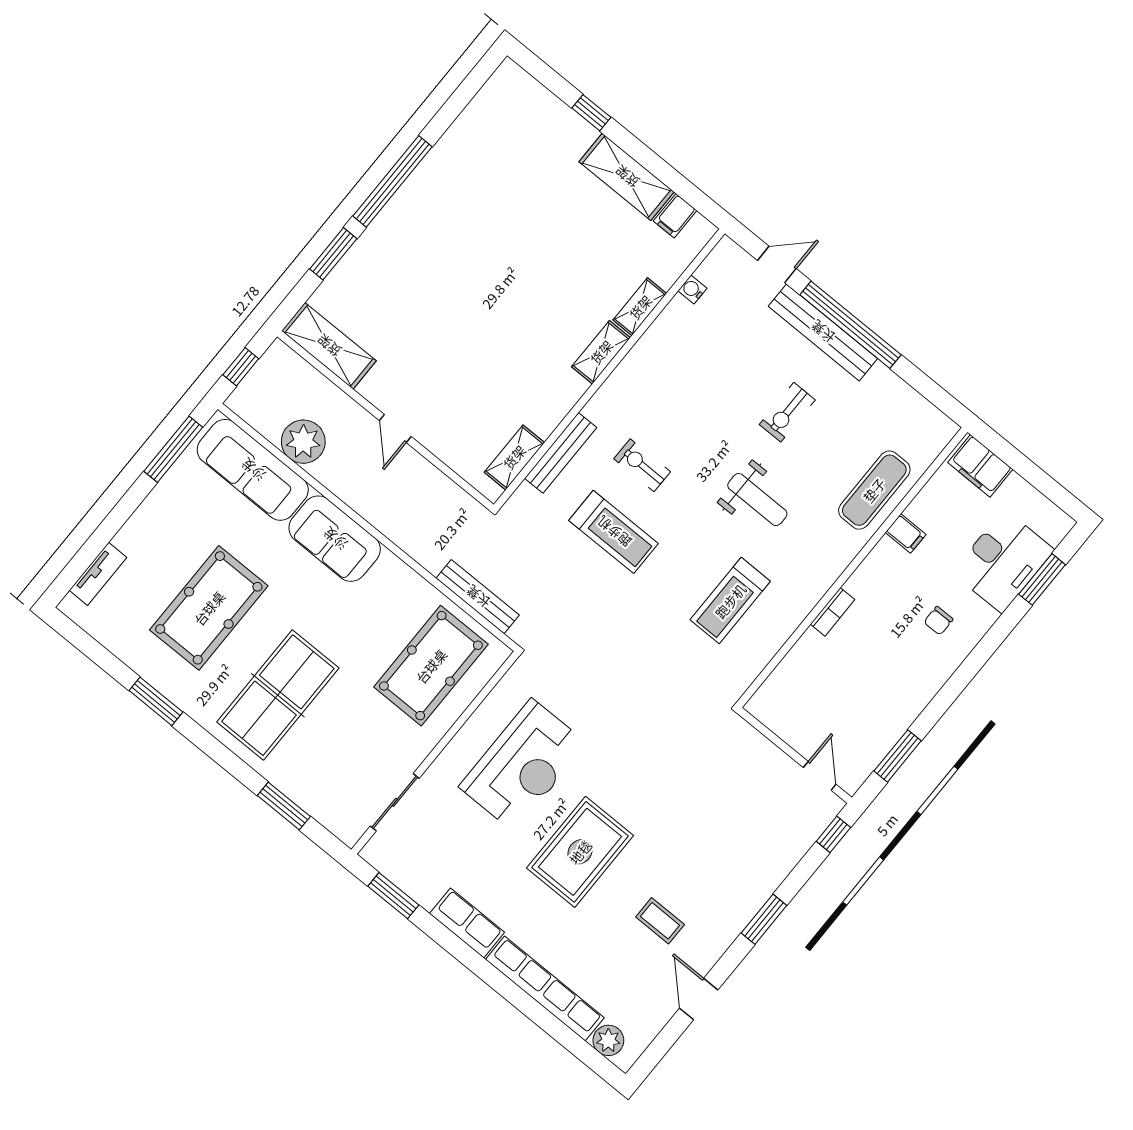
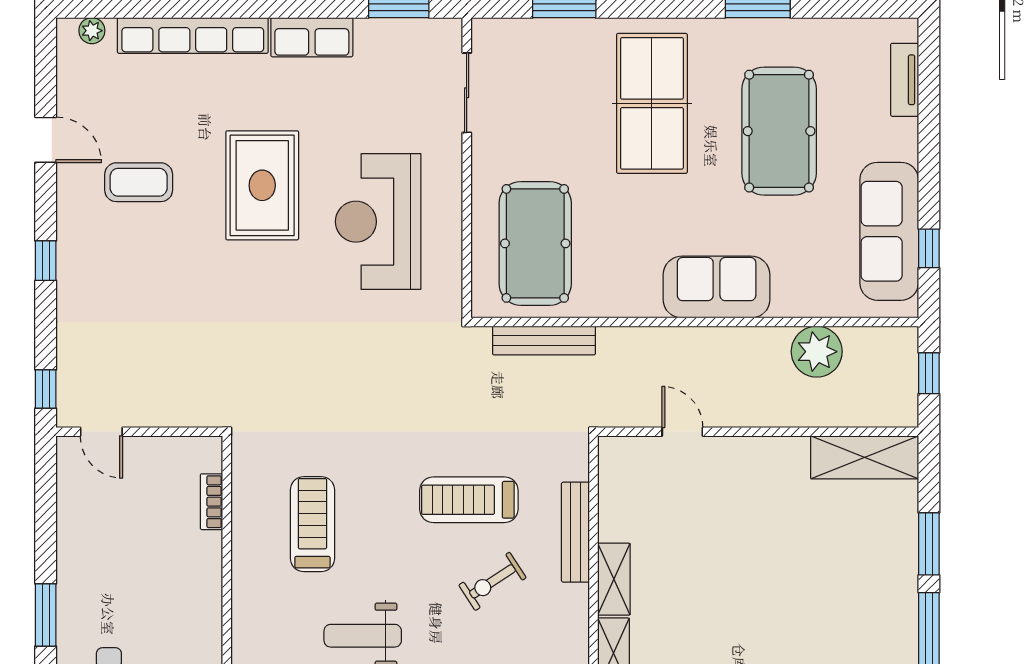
door: (395, 429) -> (682, 432), moved
window: (173, 449) -> (929, 248), width x0.46
shelving: (514, 457) -> (614, 579), moved
exercise bike: (642, 465) -> (492, 581), turned 147
sofa: (253, 470) -> (889, 231), moved, turned -90
bookcase: (833, 612) -> (211, 502), moved
window: (898, 756) -> (46, 615), moved
window: (764, 919) -> (46, 261), width x0.67
coffee table: (660, 921) -> (139, 182), width x1.36, depth x1.30
plant: (608, 1040) -> (92, 31), width x0.73, depth x0.73

